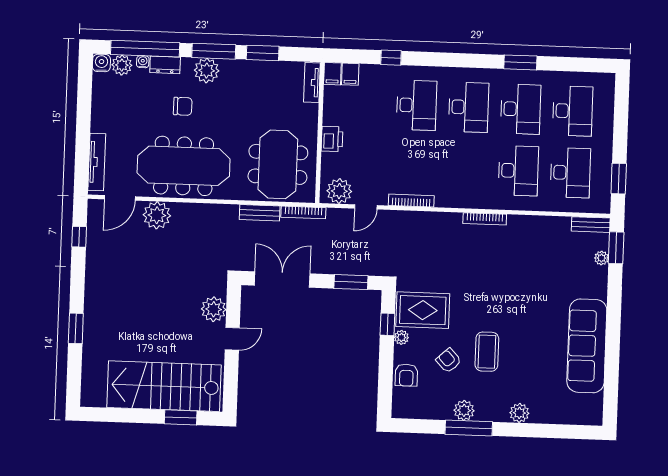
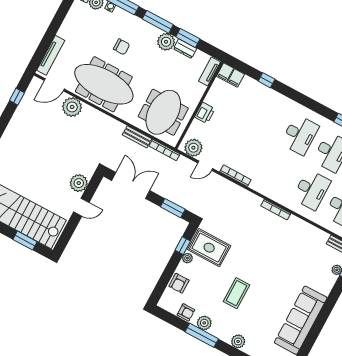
dresser: (165, 65) -> (185, 49), moved
plant: (207, 71) -> (166, 42), moved
desk: (416, 105) -> (268, 118), removed
armchair: (449, 360) -> (186, 312), moved, turned 133

